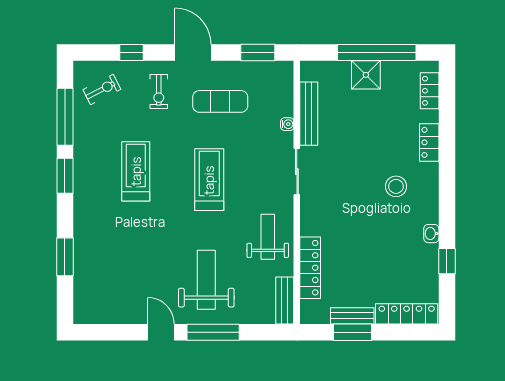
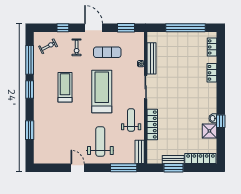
shower: (366, 75) -> (209, 131), moved
treadmill: (209, 180) -> (102, 91), width x1.37, depth x1.38
stool: (396, 186) -> (195, 95), removed
window: (447, 261) -> (221, 121), moved
locker: (310, 268) -> (152, 124), moved
window: (213, 332) -> (124, 168), moved

